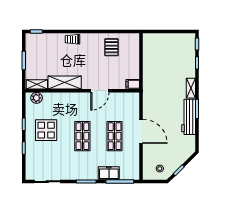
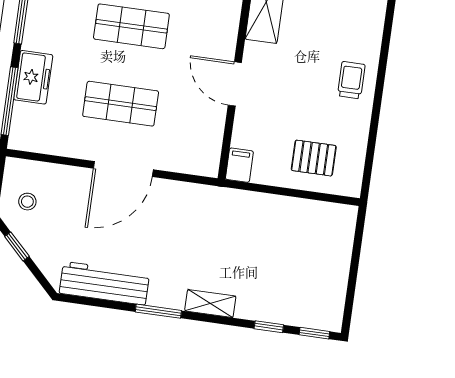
trolley: (72, 39) -> (351, 80), moved
pallet: (111, 47) -> (314, 158), moved
workbench: (189, 117) -> (104, 283), moved

